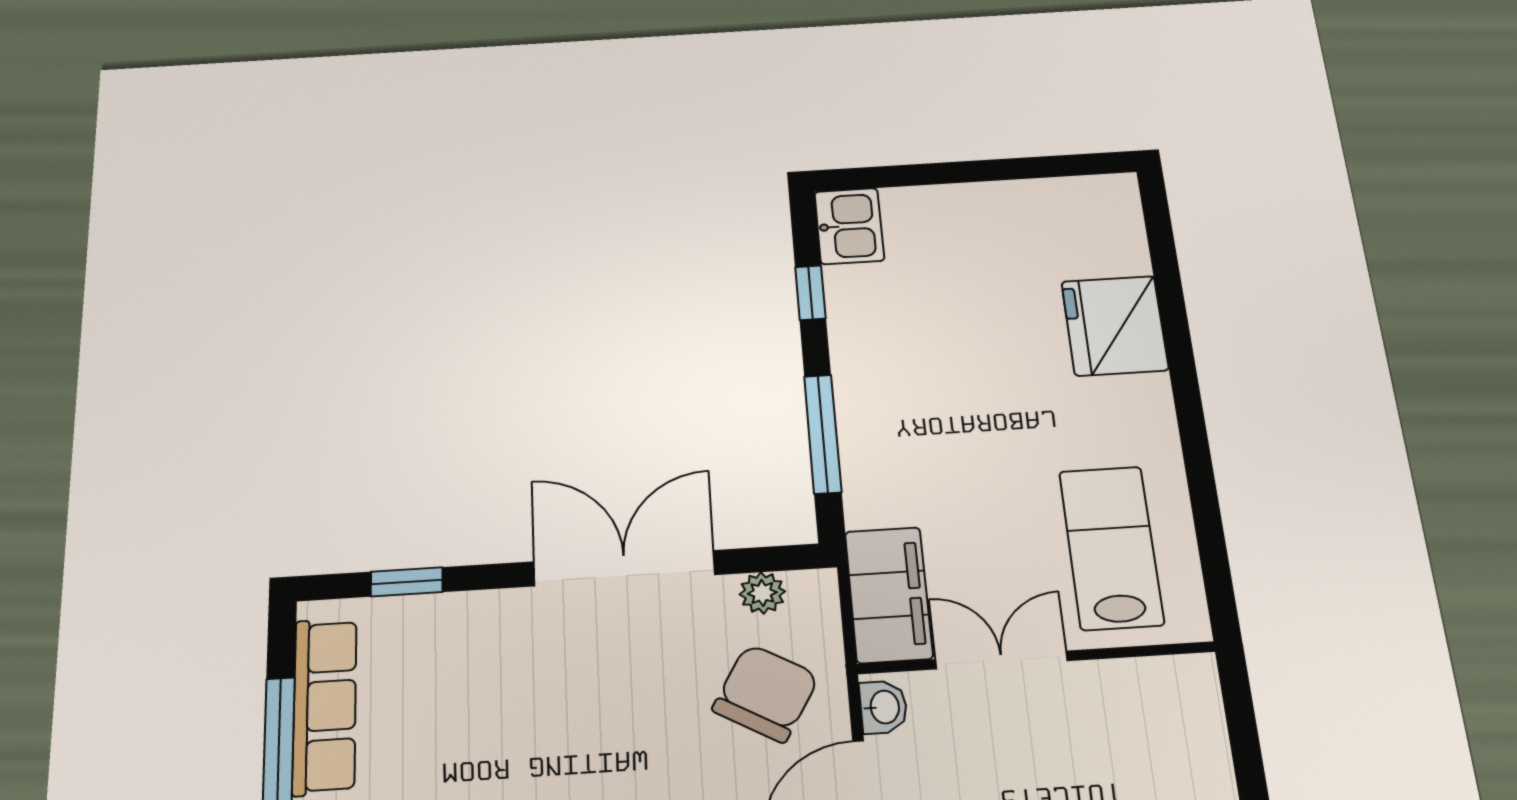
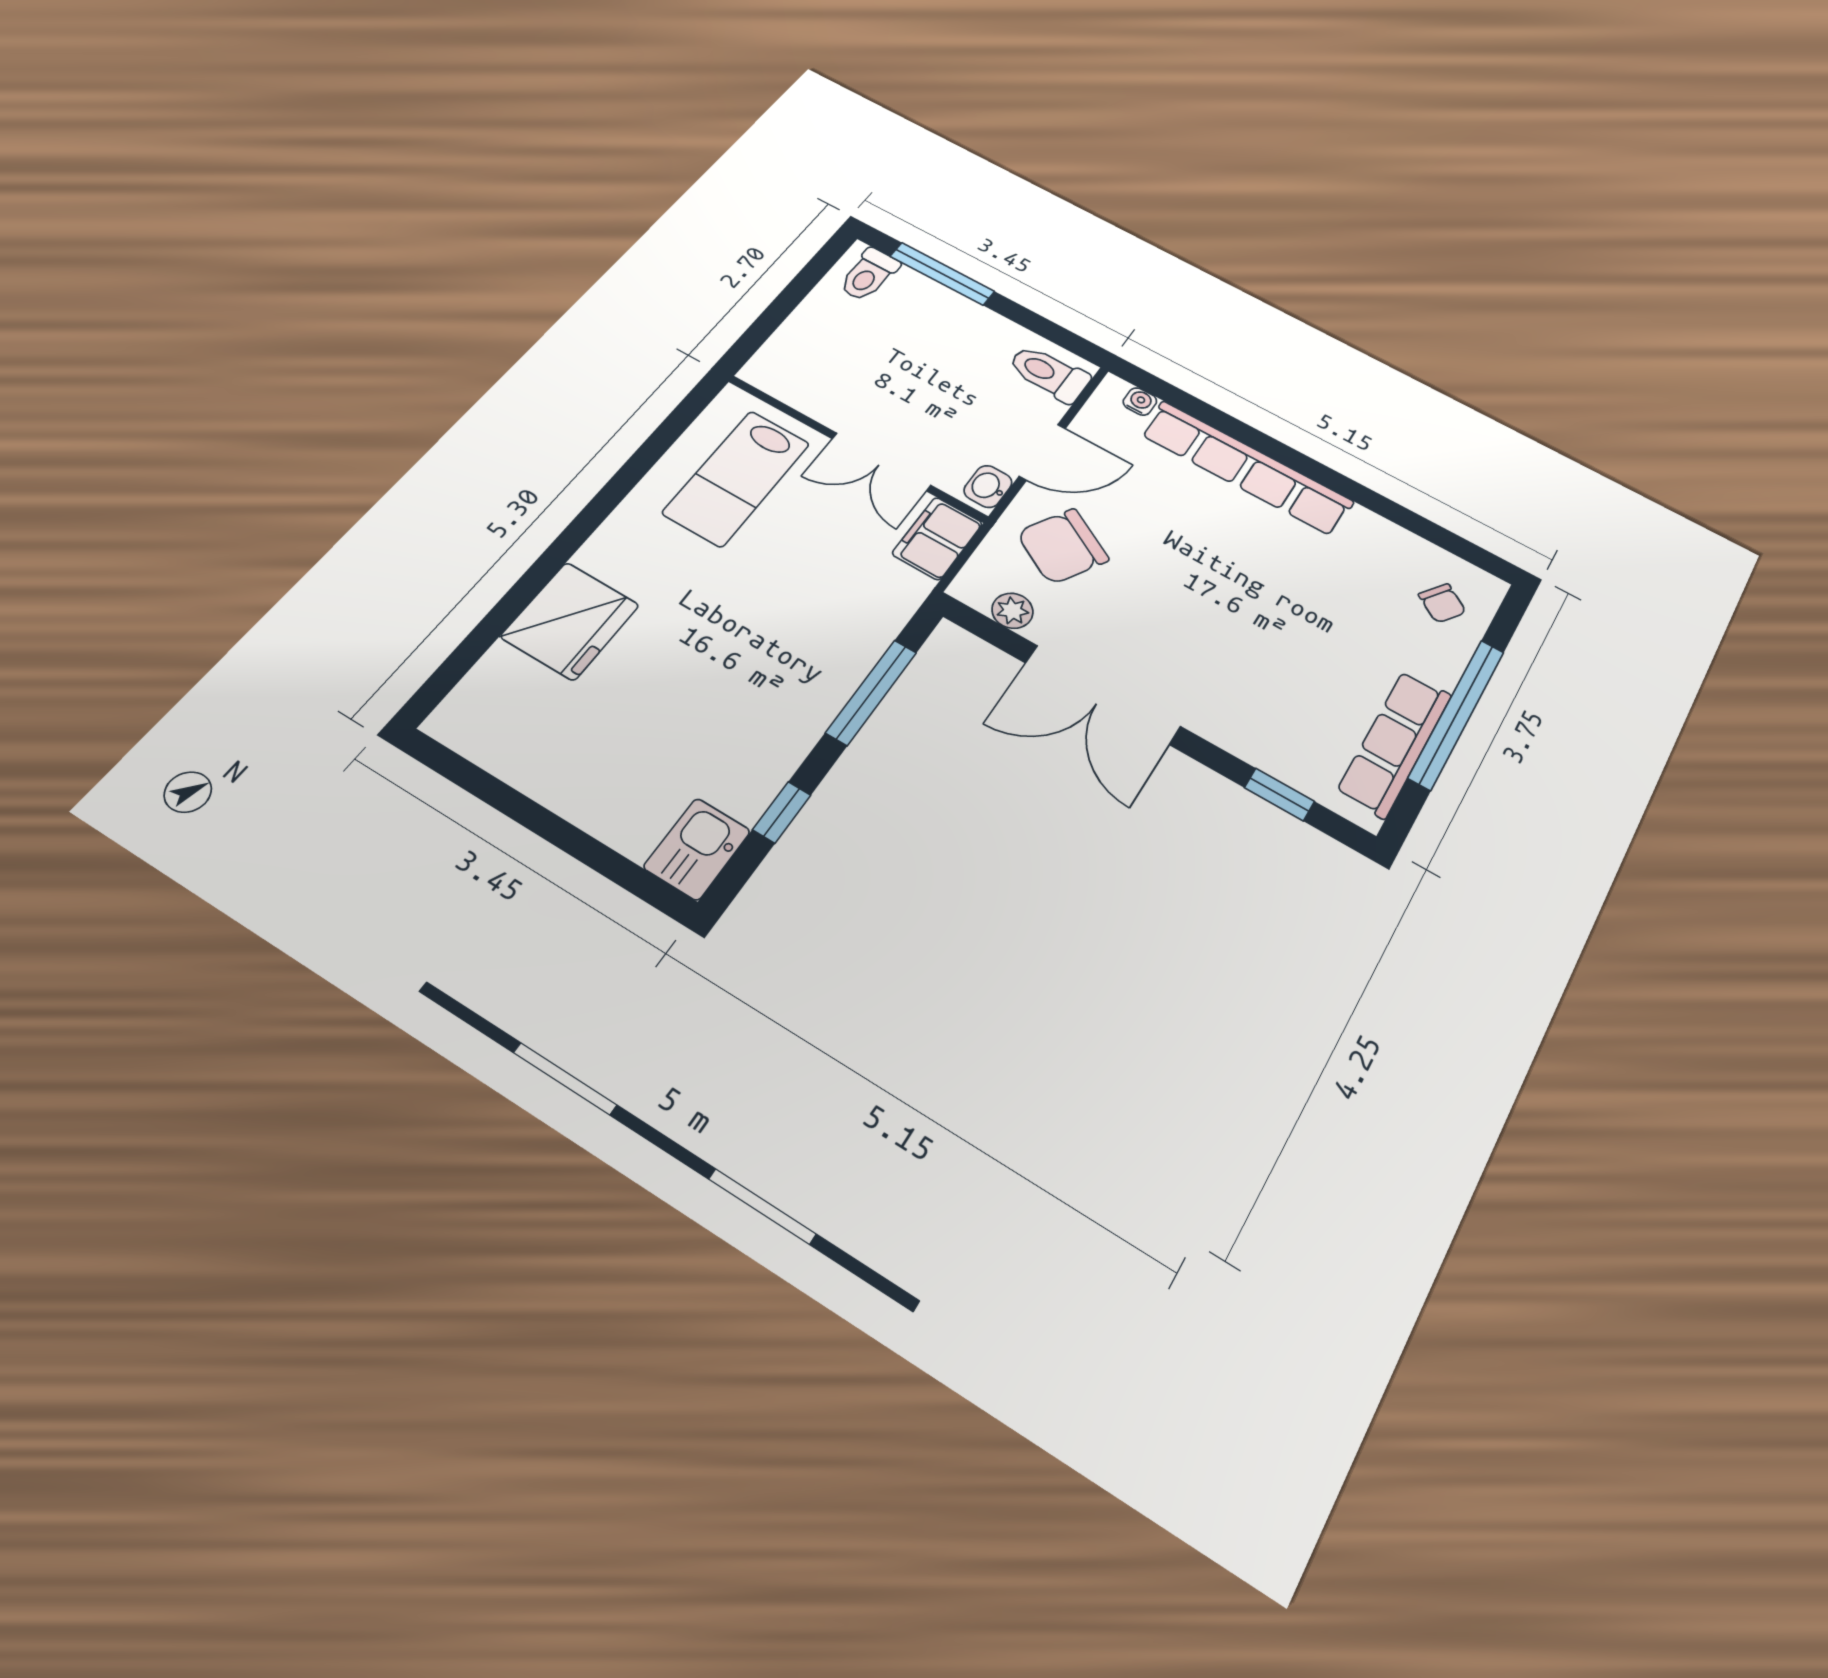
filing cabinet: (889, 595) -> (937, 538), width x0.67, depth x0.86

